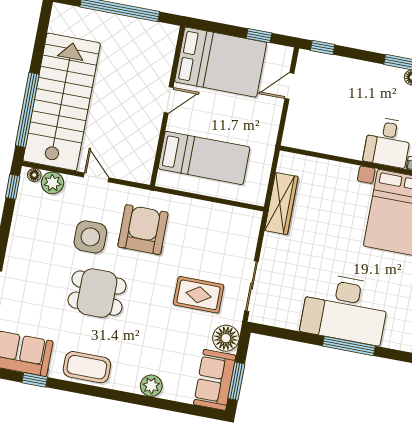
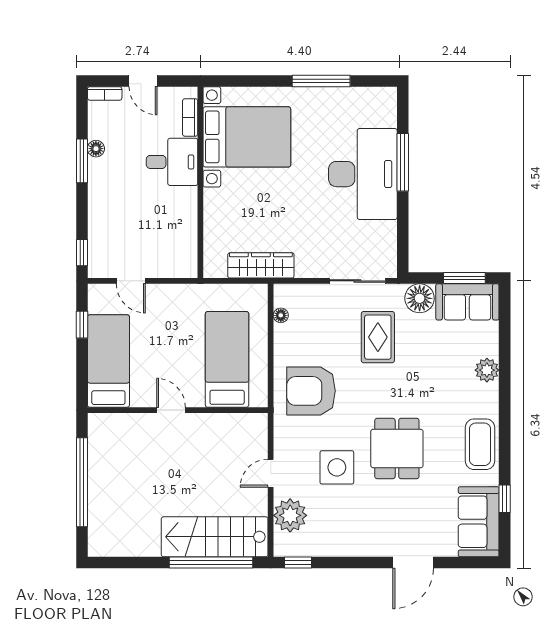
bed: (221, 62) -> (108, 361), width x0.67
stairs: (62, 102) -> (215, 537), width x0.73, depth x0.66
floor lamp: (34, 175) -> (281, 315), moved
plant: (52, 183) -> (290, 515), width x1.36, depth x1.36
armchair: (143, 230) -> (311, 391), moved

